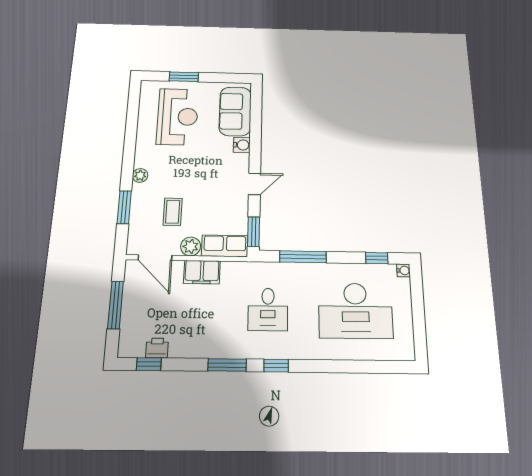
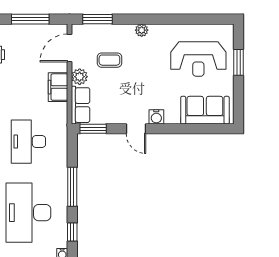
water cooler: (242, 145) -> (156, 117), moved
window: (124, 207) -> (98, 19), moved
window: (303, 257) -> (72, 187), moved
desk: (268, 309) -> (28, 142), width x1.37

